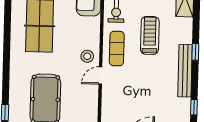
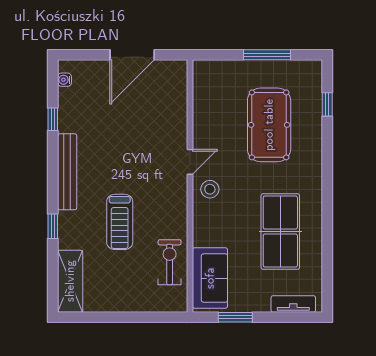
exercise mat: (117, 49) -> (167, 202), removed
window: (195, 52) -> (53, 226), moved

